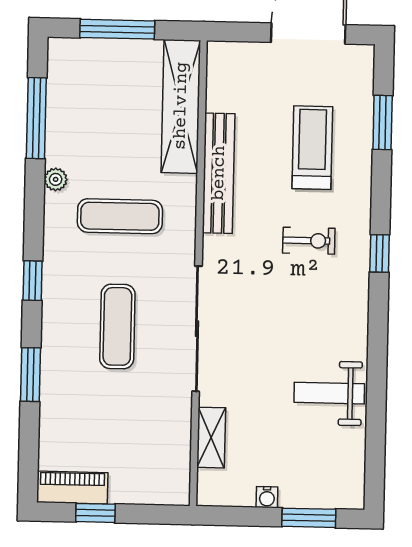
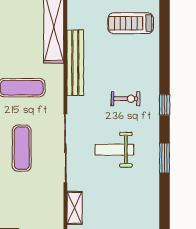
window: (383, 122) -> (165, 158), moved
treadmill: (312, 148) -> (131, 23), moved, turned -90
weight bench: (329, 393) -> (114, 150), moved

